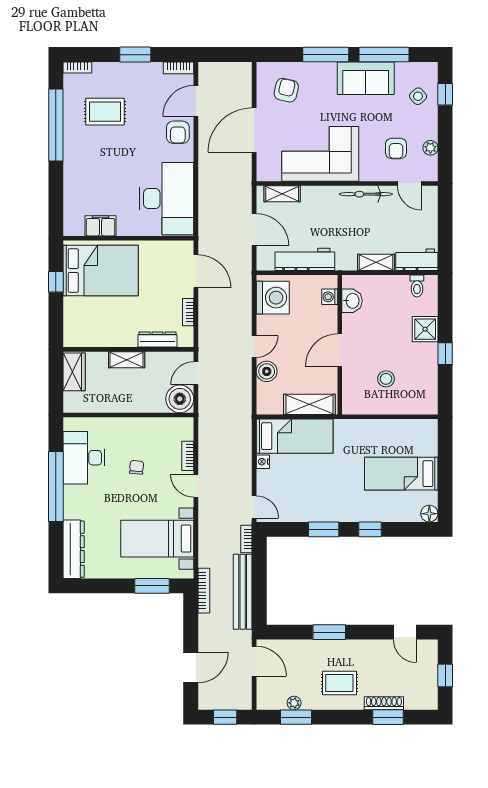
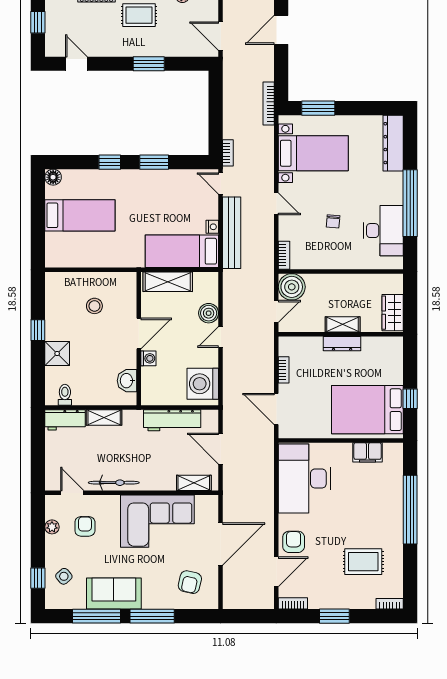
window: (56, 125) -> (410, 510), moved
washing machine: (330, 297) -> (148, 358), moved
dresser: (158, 340) -> (342, 344), moved
bookcase: (188, 456) -> (284, 255), moved
bench: (243, 592) -> (232, 233), moved

